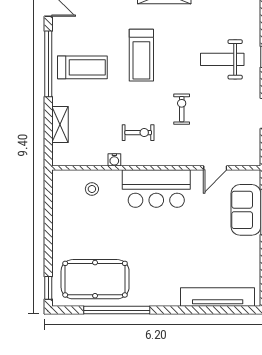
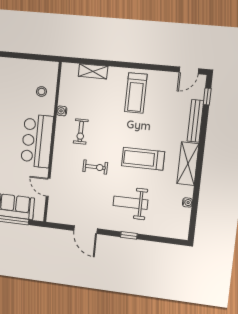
treadmill: (141, 55) -> (143, 159), moved
weight bench: (222, 59) -> (130, 203), turned -90
window: (48, 64) -> (142, 66), removed

